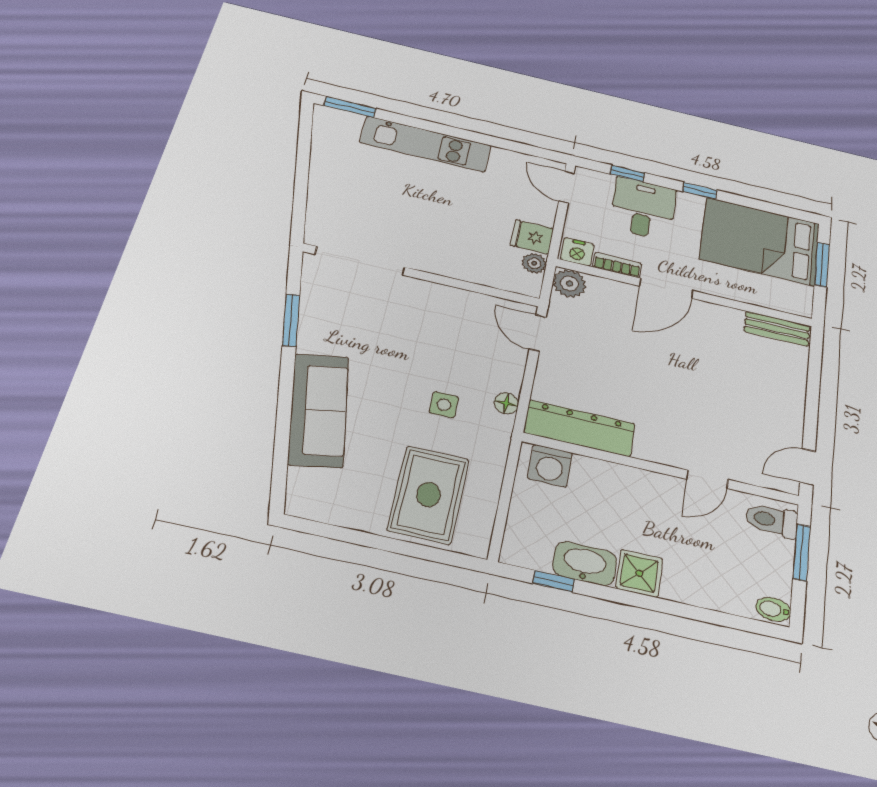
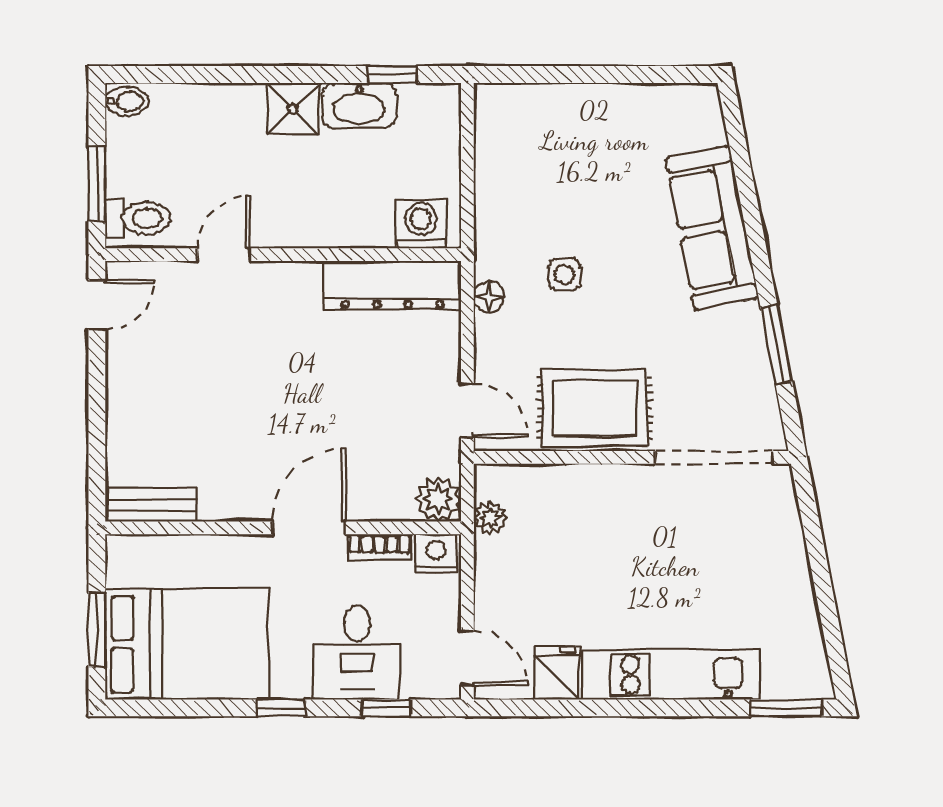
fridge: (532, 237) -> (557, 673), moved, turned -90
rug: (429, 495) -> (595, 408), moved, turned 90

